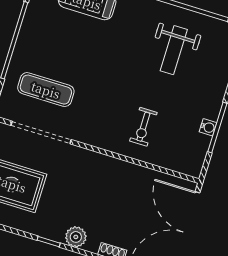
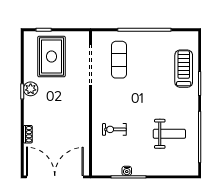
weight bench: (174, 50) -> (169, 134), turned 180
plant: (76, 237) -> (31, 89), moved

